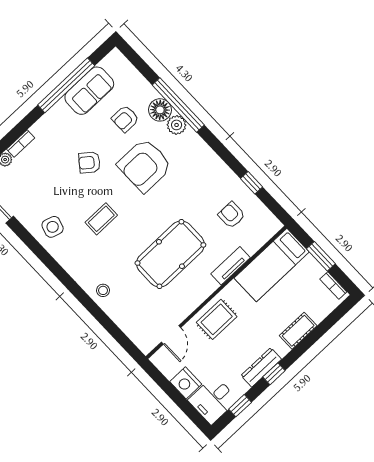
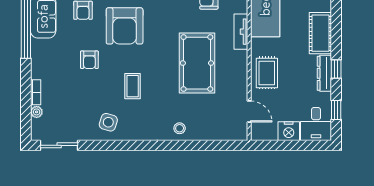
armchair: (89, 163) -> (89, 60), turned -38
cot: (298, 331) -> (320, 33), width x1.37, depth x1.34

